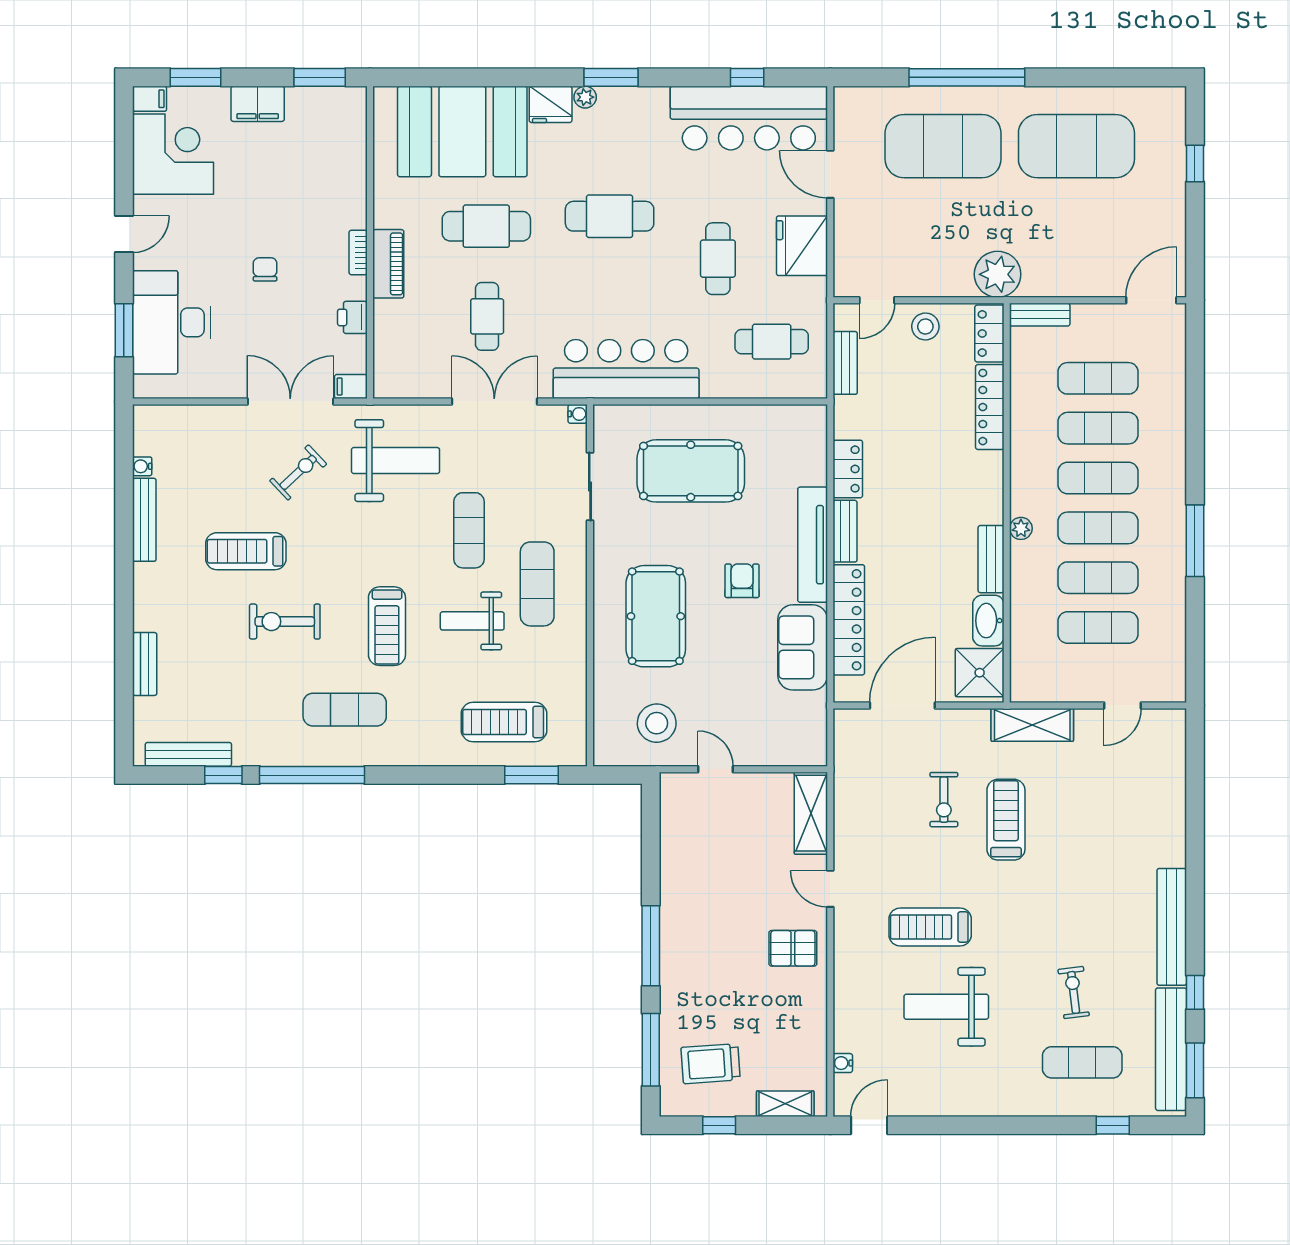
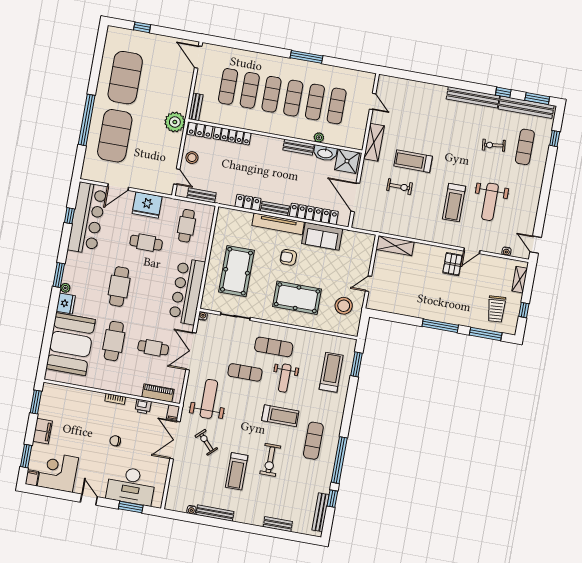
piano: (388, 264) -> (158, 393), moved
plant: (1021, 528) -> (319, 137), moved
treadmill: (504, 722) -> (331, 372), turned 180
door: (830, 889) -> (472, 251), moved

